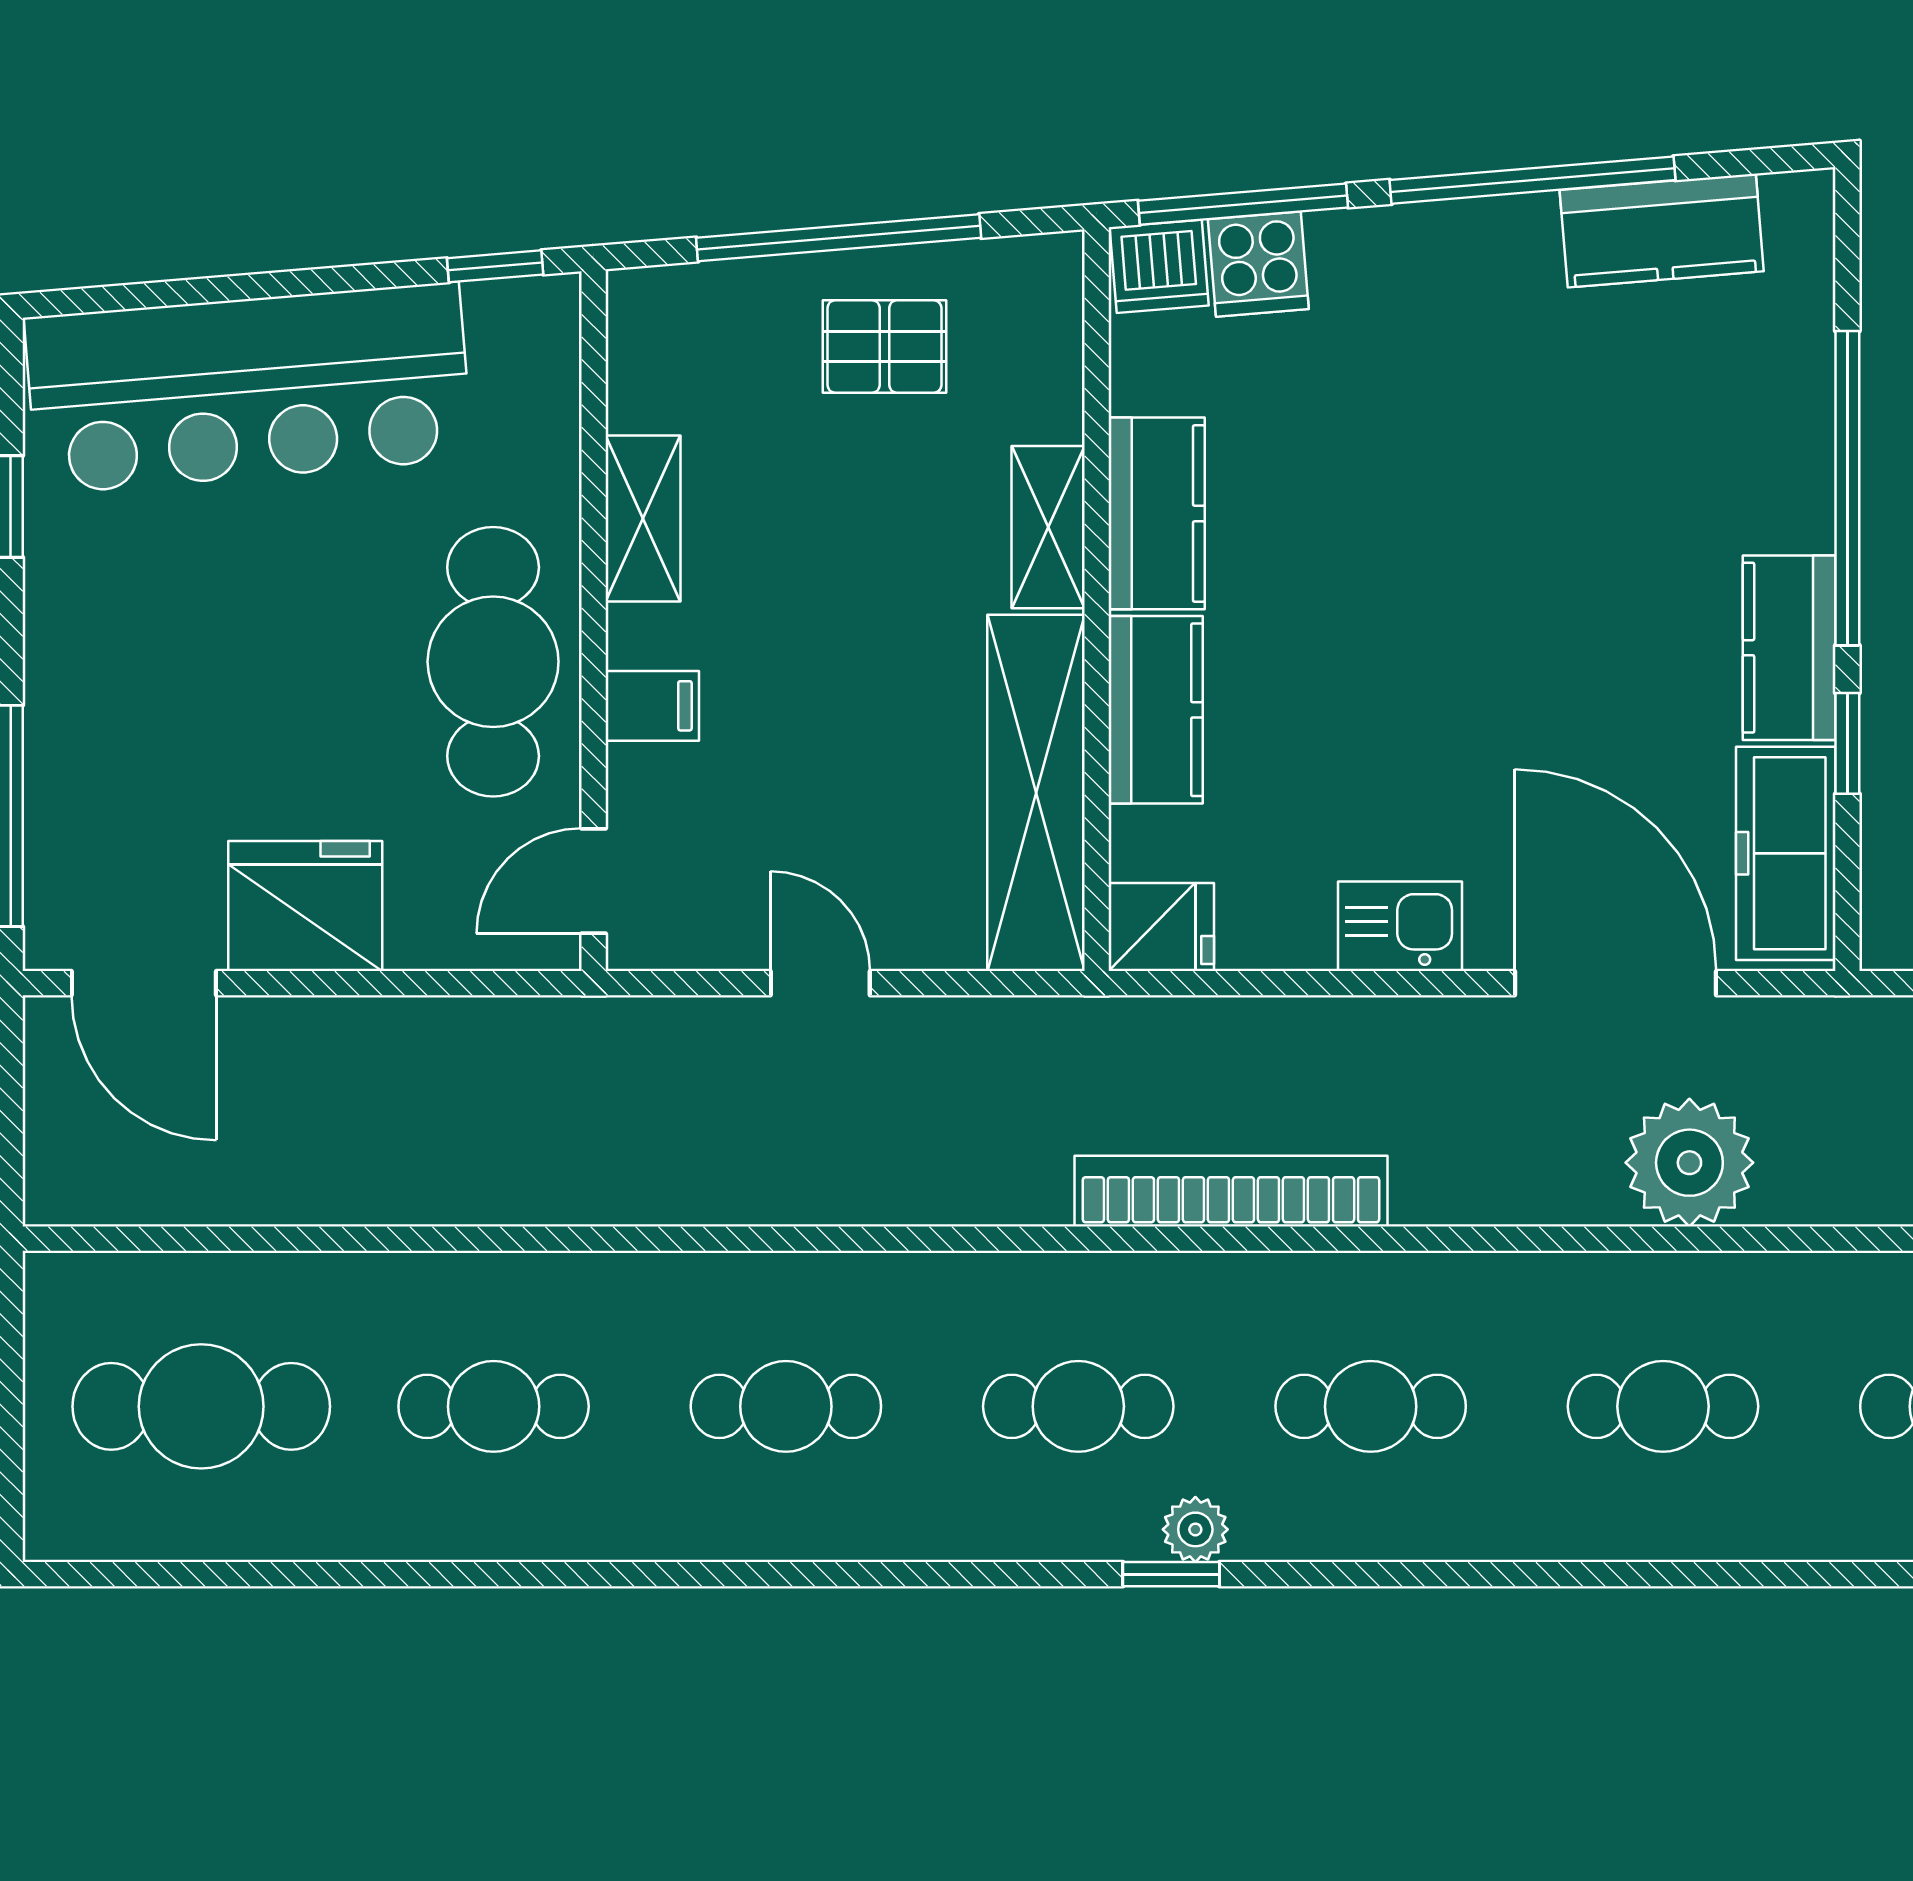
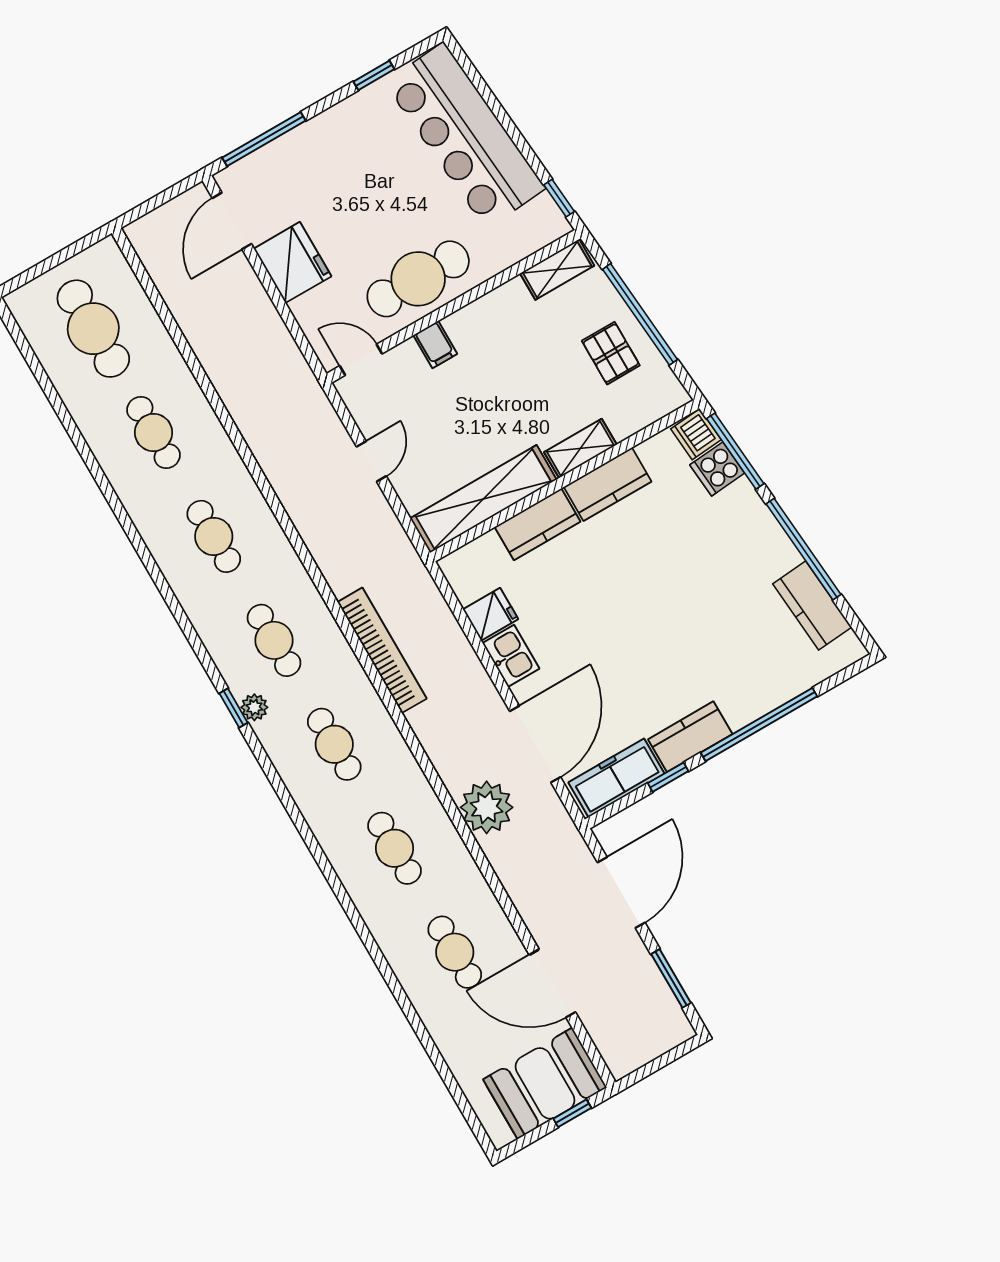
shelving: (643, 518) -> (557, 269), moved
fridge: (1161, 927) -> (491, 614), moved, turned -90

